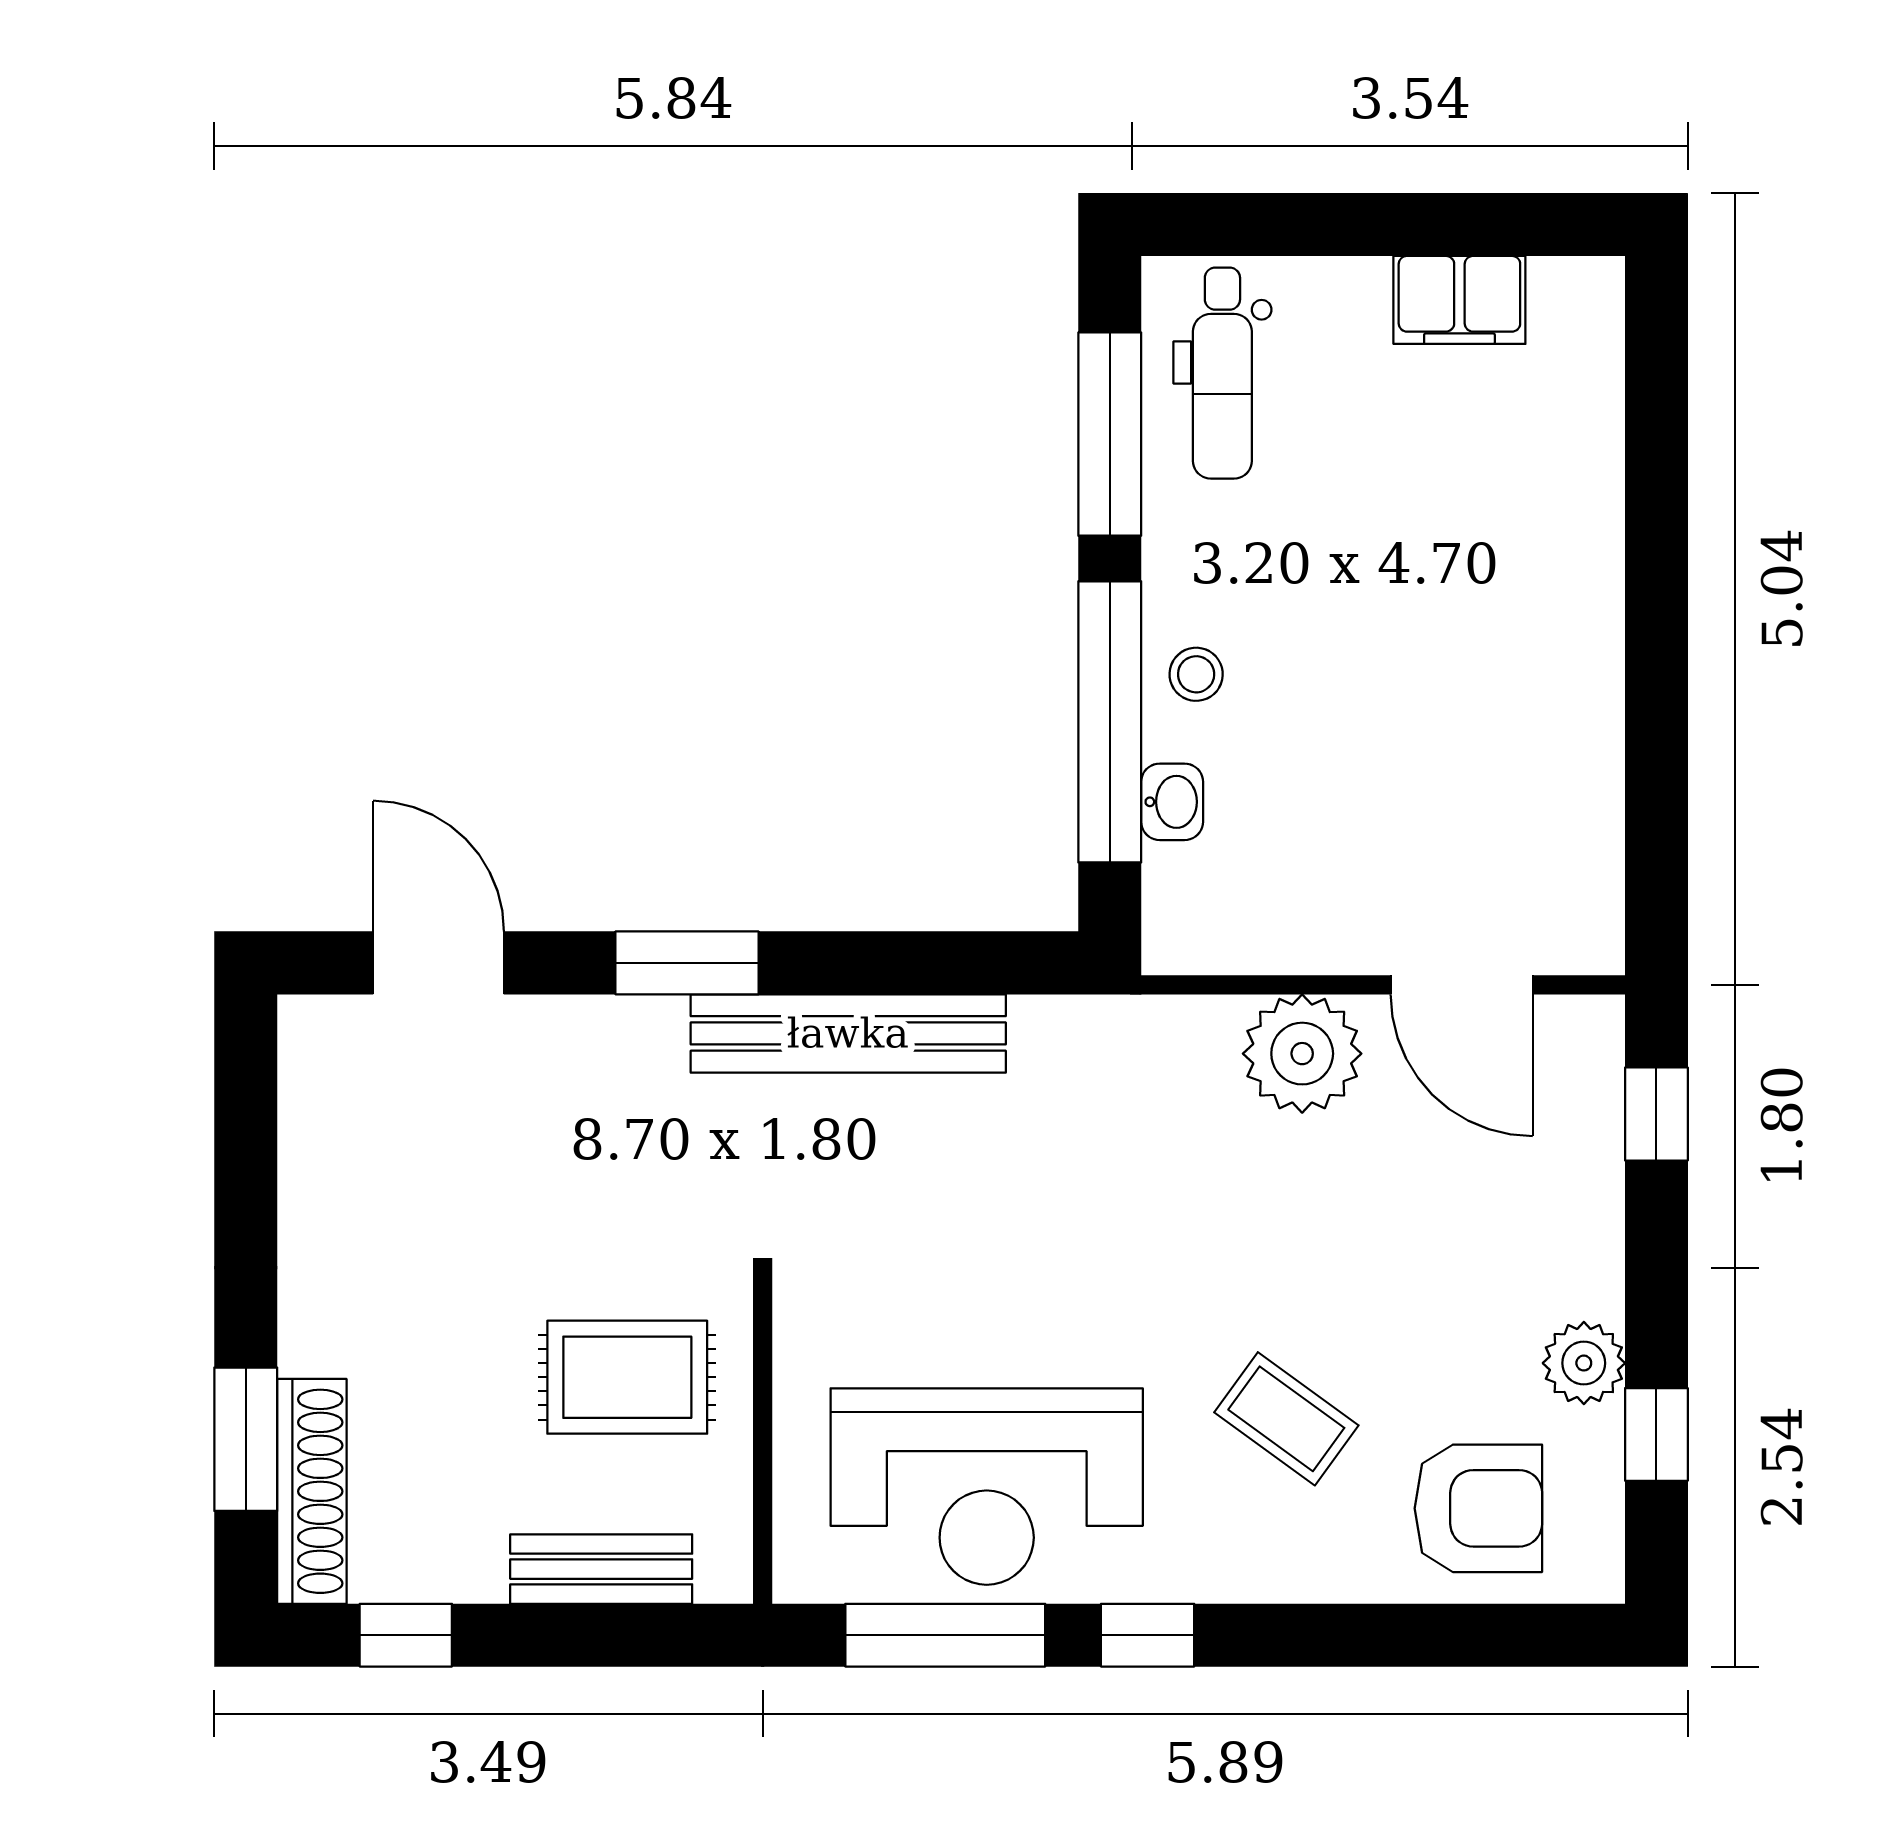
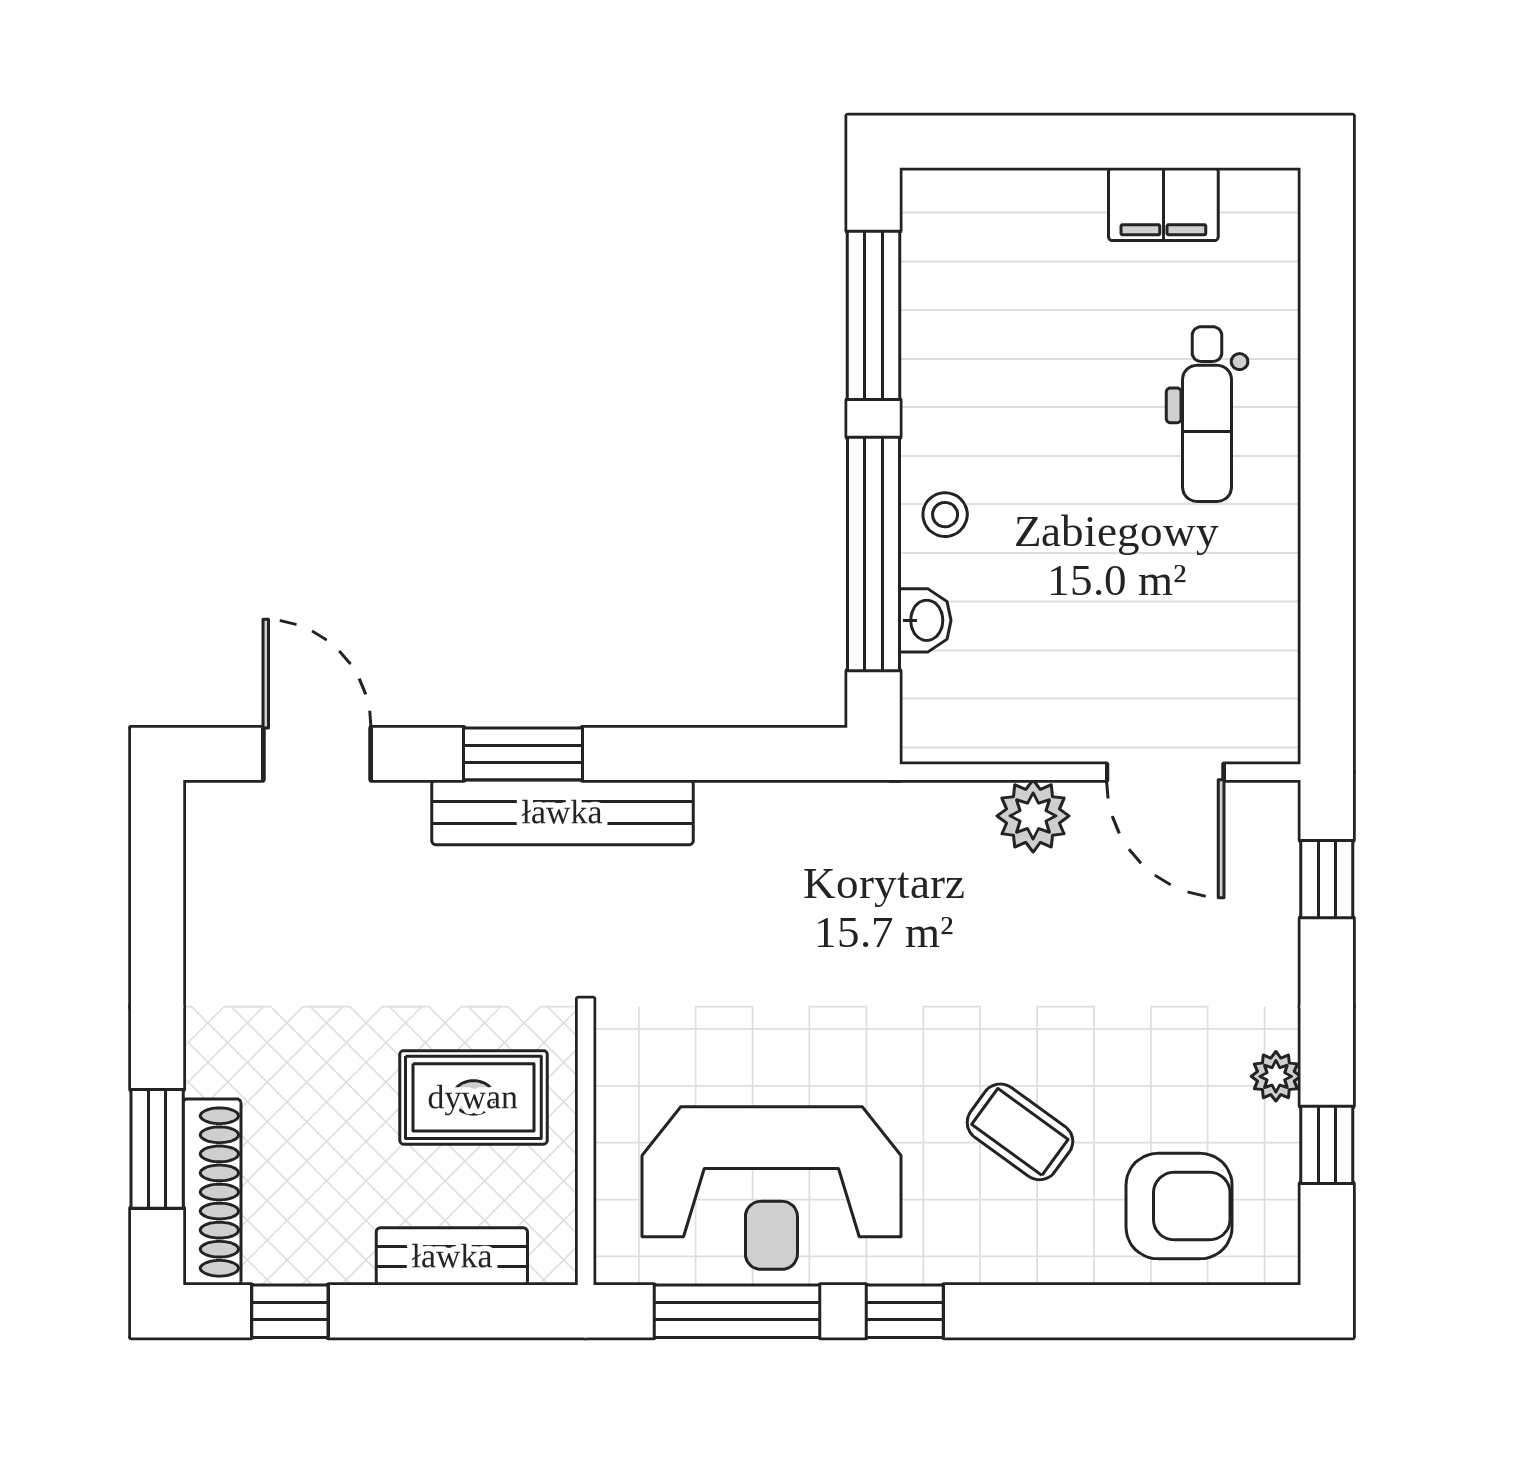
dental chair: (1222, 373) -> (1207, 414), moved
bench: (848, 1033) -> (562, 812), moved
plant: (1302, 1054) -> (1033, 816), width x0.73, depth x0.73
plant: (1584, 1363) -> (1276, 1076), width x0.73, depth x0.73

